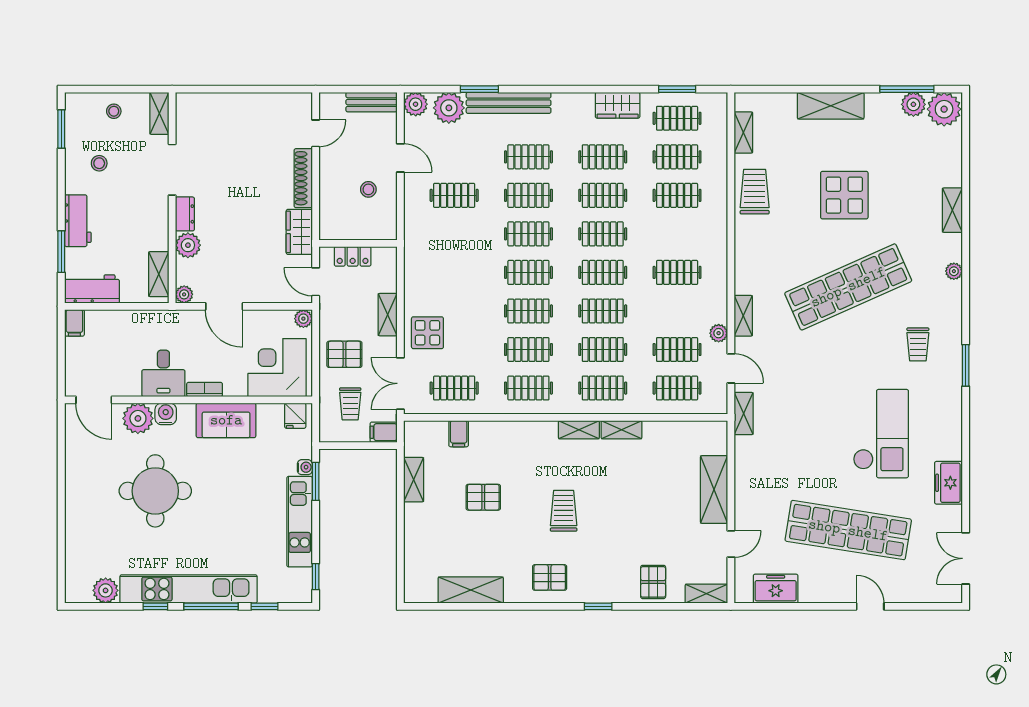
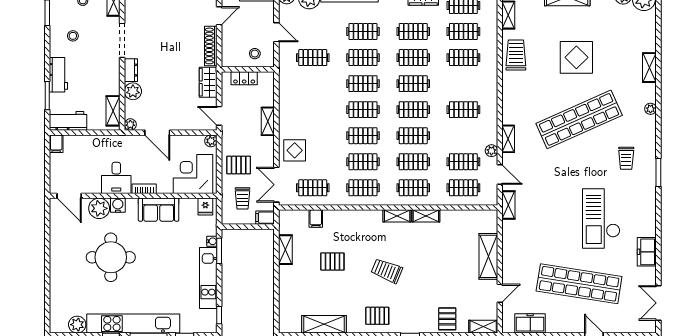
wall: (358, 243) -> (248, 69), moved
locker: (353, 256) -> (244, 78), moved
shelving: (388, 315) -> (268, 121), moved
checkout: (881, 434) -> (601, 219), turned 180
trolley: (564, 511) -> (387, 271), turned -68

